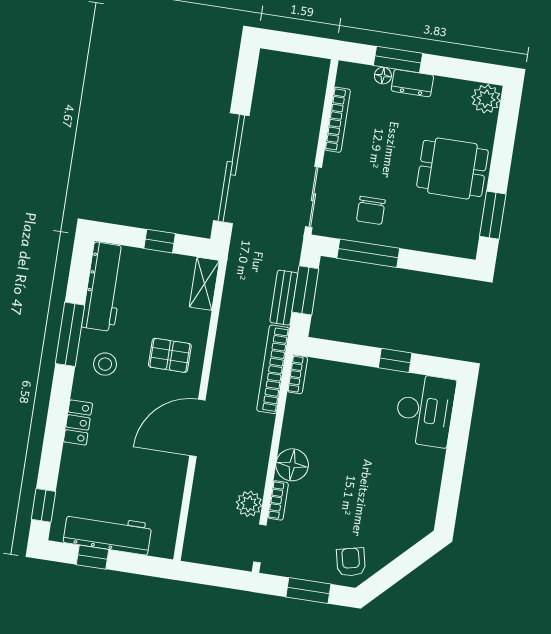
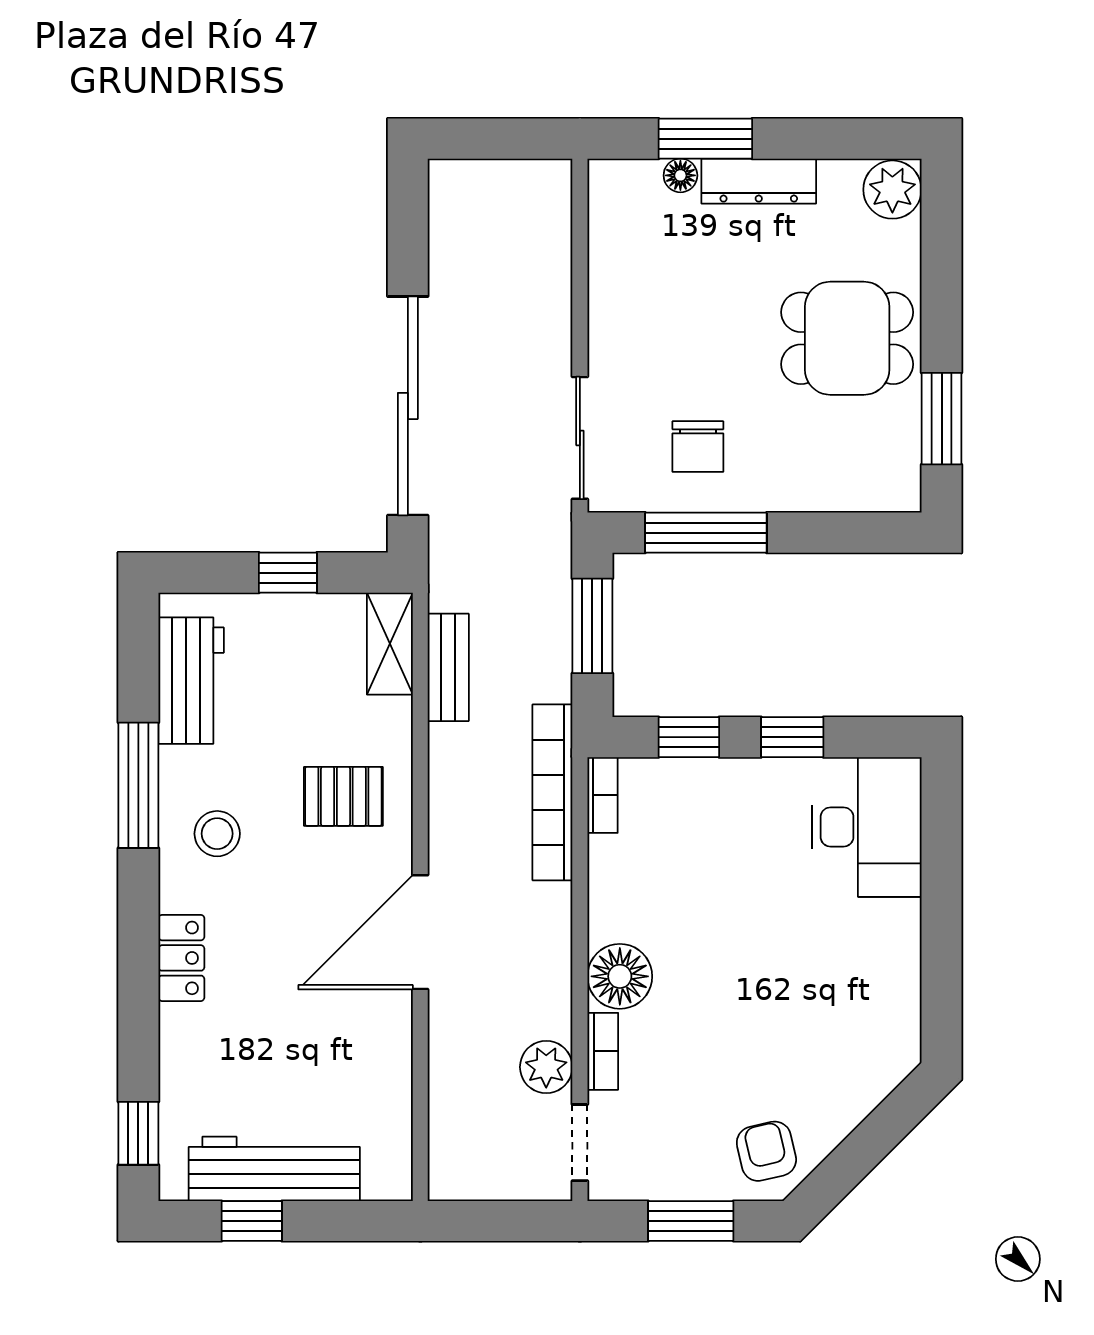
dresser: (412, 83) -> (759, 181), width x1.44
bookcase: (338, 120) -> (604, 277), removed
workbench: (104, 287) -> (191, 681), width x0.73
bench: (284, 298) -> (448, 667), moved
window: (344, 353) -> (689, 737), added

